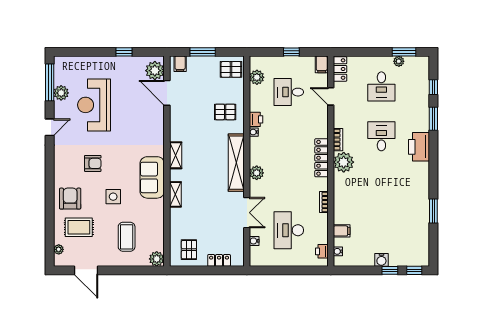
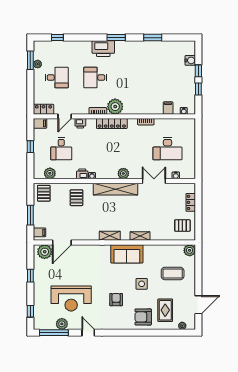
window: (77, 52) -> (30, 311), added
window: (433, 119) -> (116, 38), moved
printer: (322, 251) -> (80, 123), moved
water cooler: (381, 260) -> (190, 60), moved
window: (414, 270) -> (198, 89), moved

